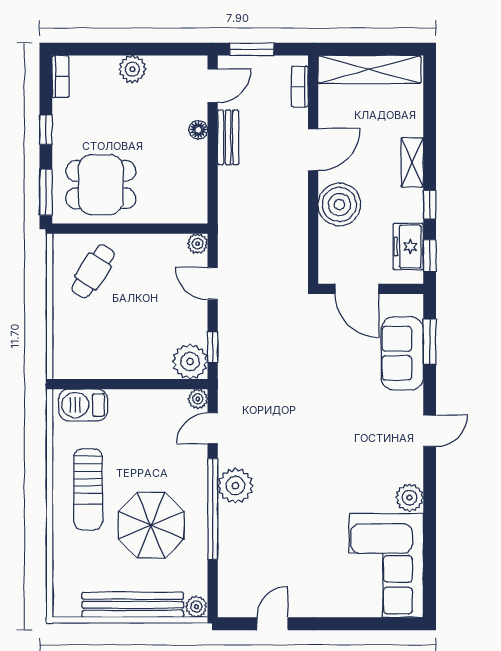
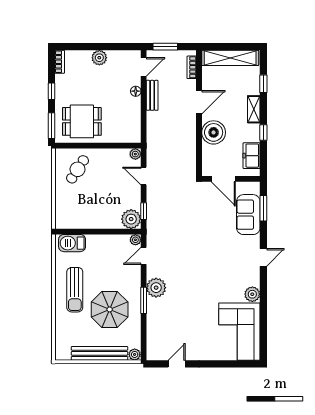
window: (430, 256) -> (263, 84), moved
window: (213, 509) -> (144, 300), width x0.47

